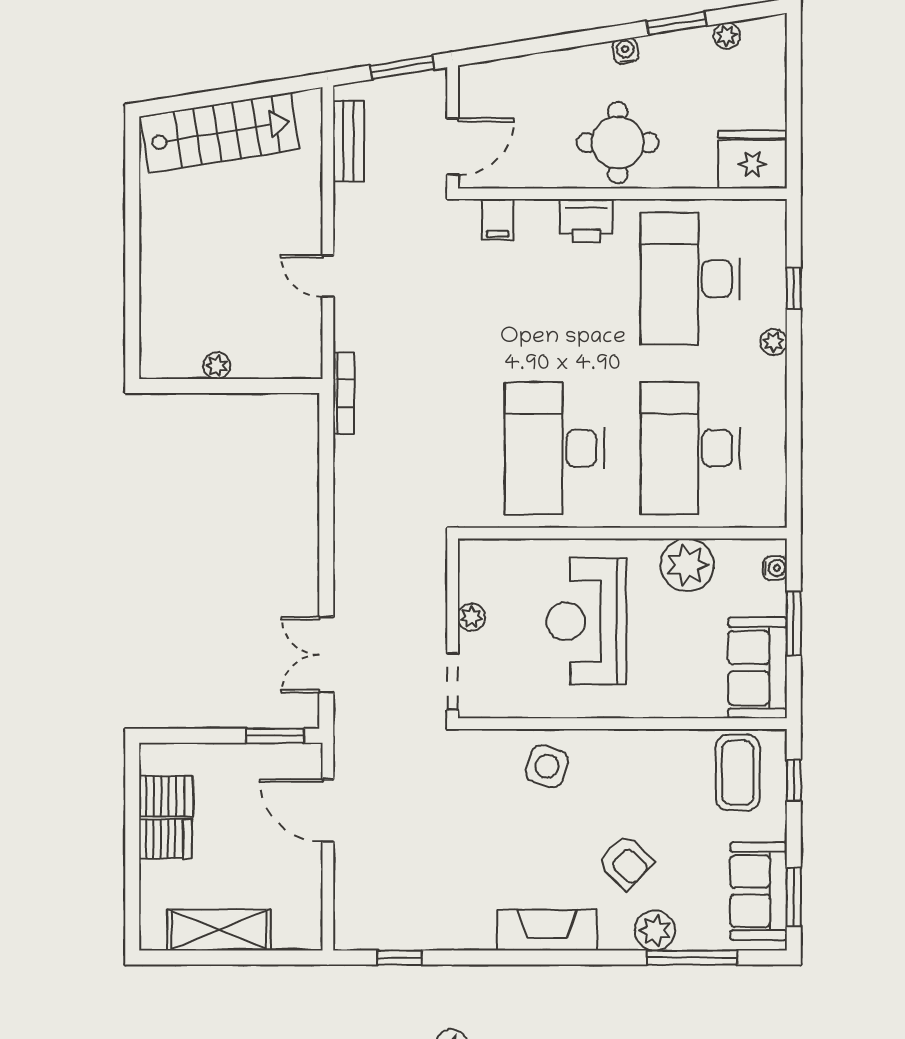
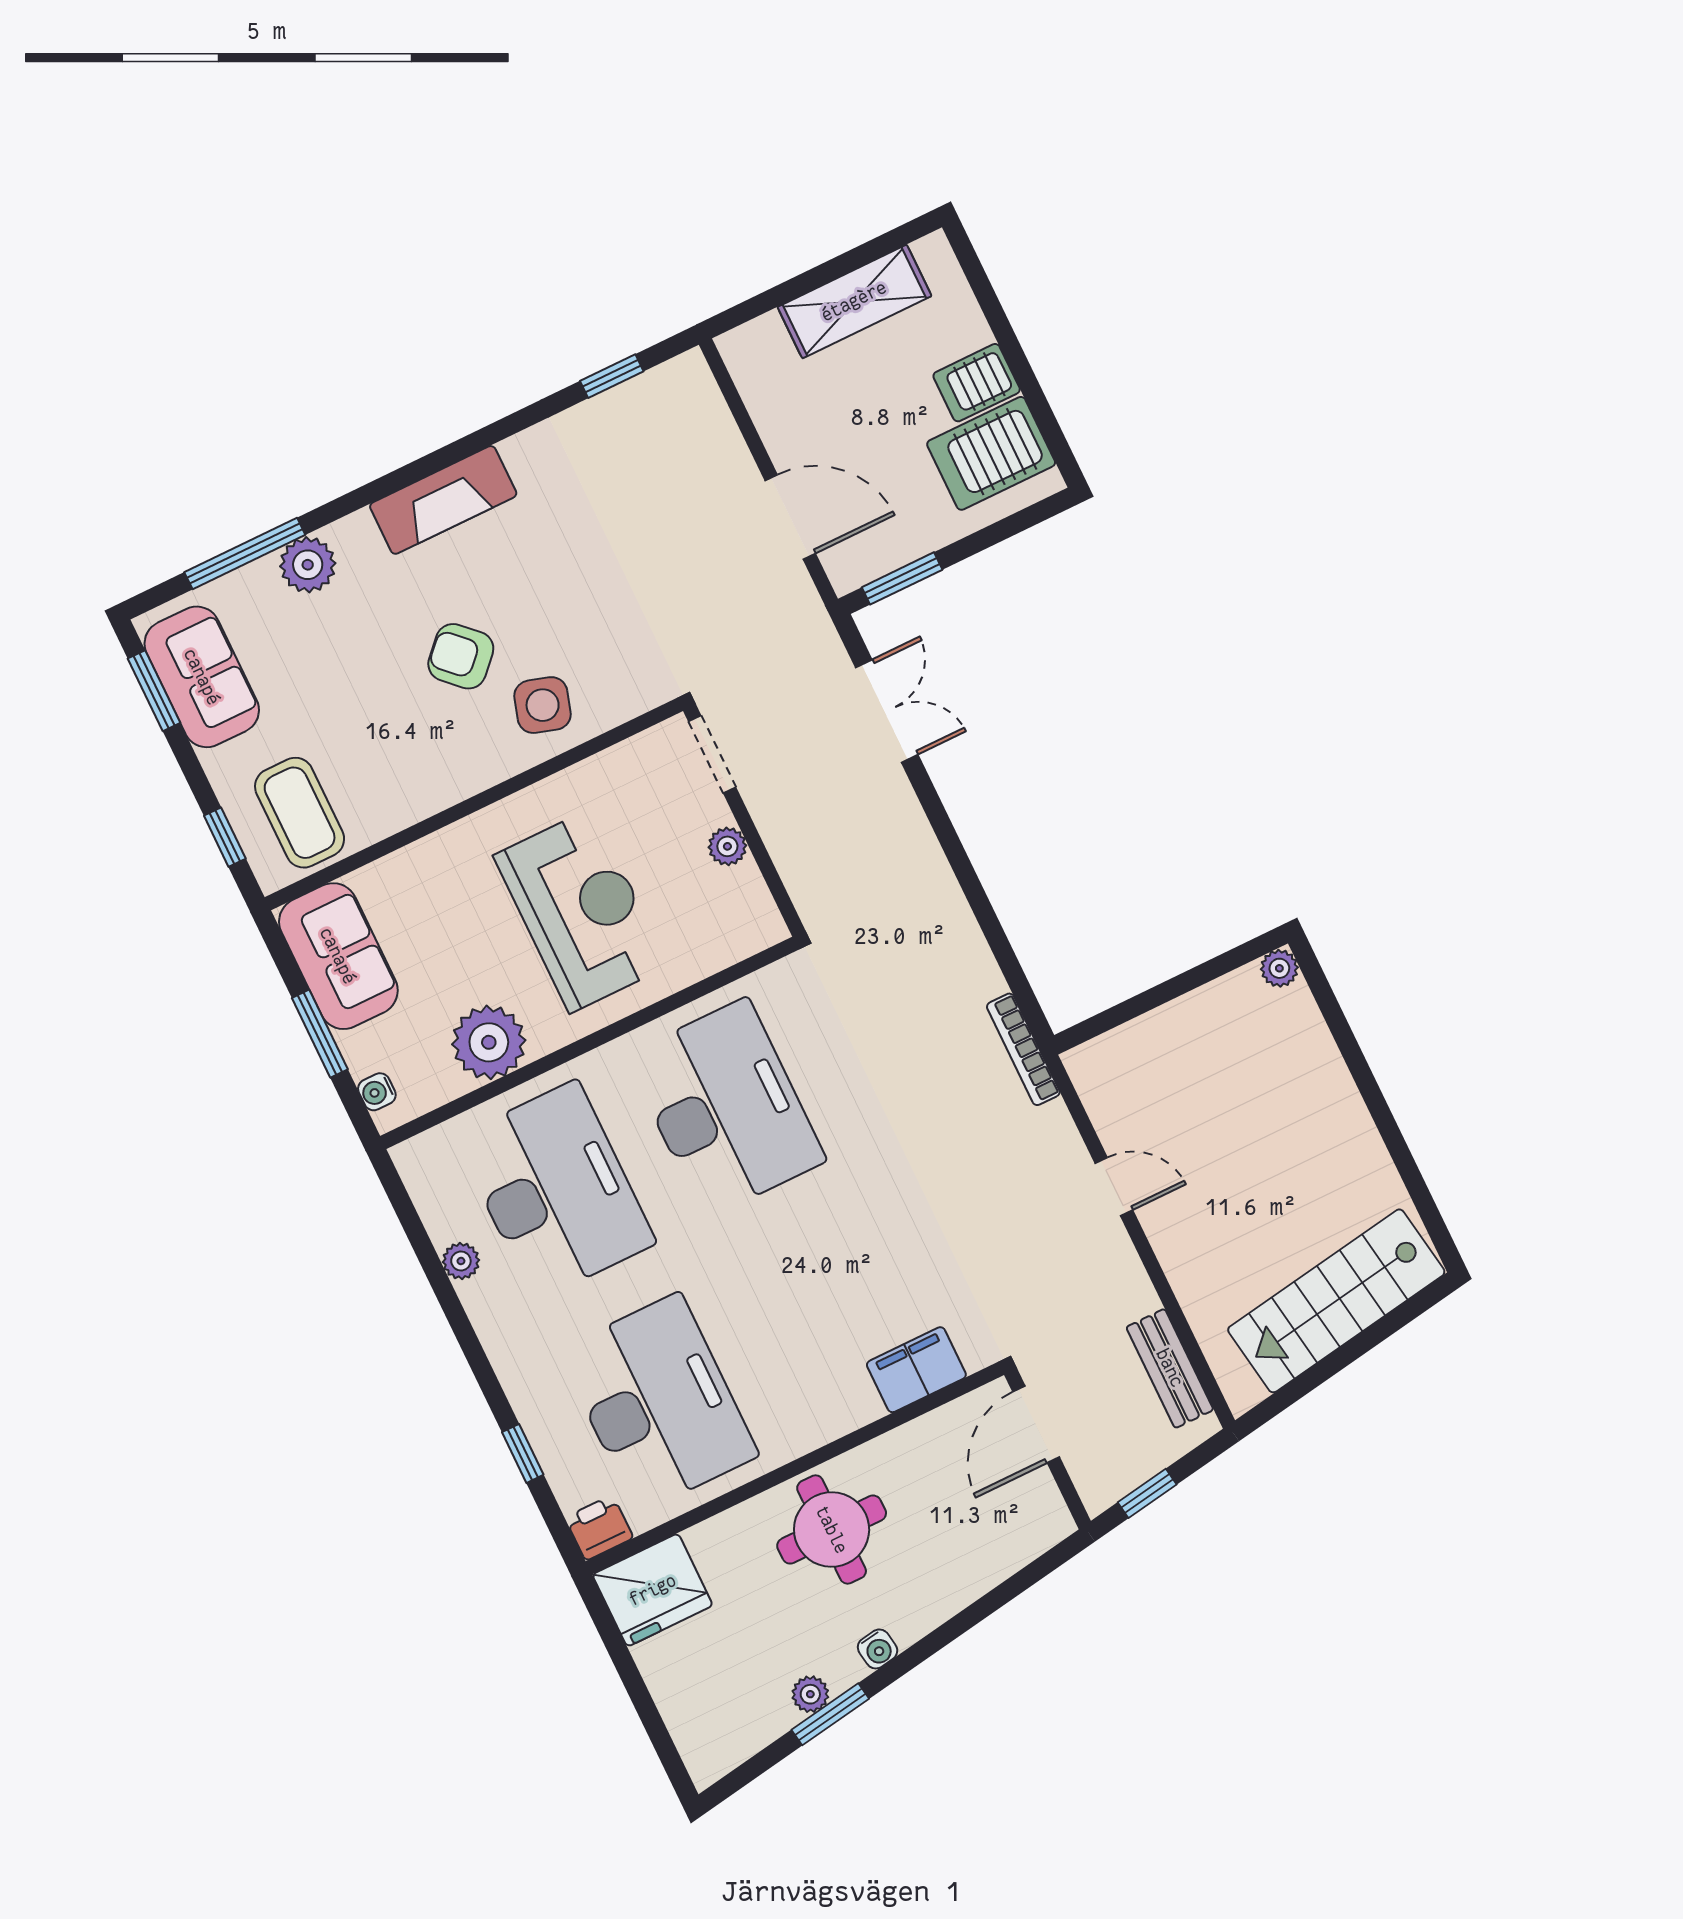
plant: (727, 36) -> (810, 1694), moved
window: (402, 67) -> (1147, 1493), width x0.67
filing cabinet: (498, 219) -> (916, 1370), width x2.00
printer: (586, 221) -> (599, 1528), moved, width x0.73, depth x0.81
plant: (774, 342) -> (461, 1261), moved
plant: (217, 366) -> (1279, 968), moved
server rack: (166, 796) -> (991, 453), width x1.36, depth x1.44
armchair: (626, 862) -> (461, 656), moved

